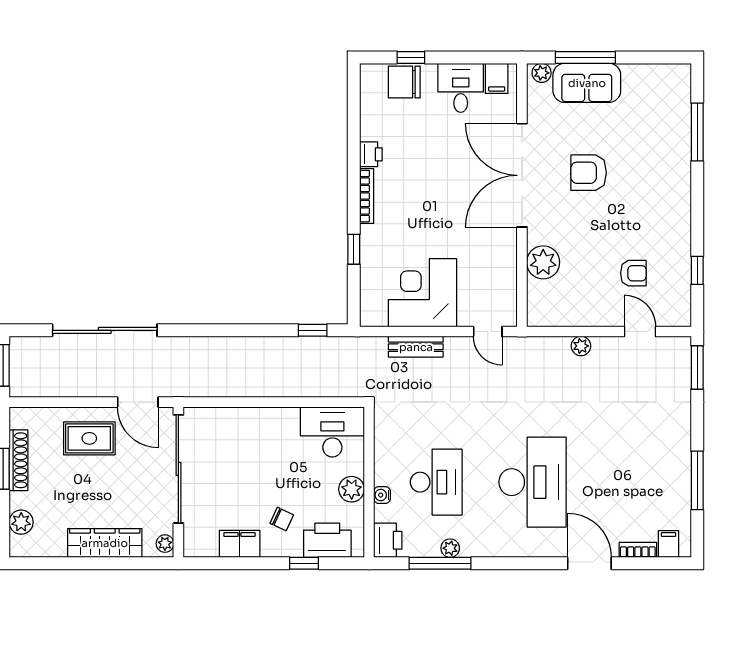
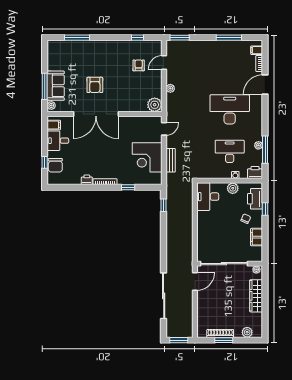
plant: (543, 262) -> (155, 105), moved
rug: (89, 438) -> (211, 303), removed

